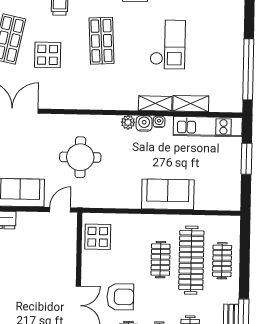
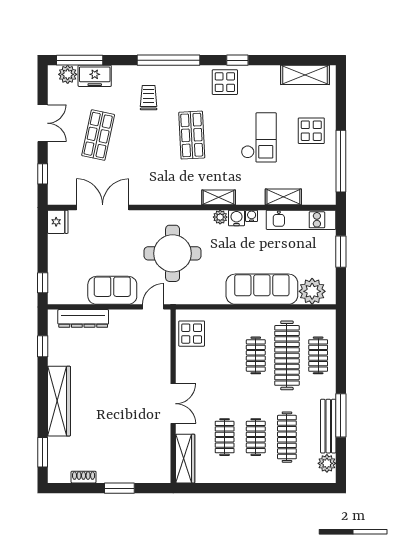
display table: (48, 55) -> (311, 131), moved
shelving: (155, 103) -> (219, 197), moved
round table: (80, 157) -> (173, 253), width x1.36, depth x1.36
sofa: (168, 194) -> (262, 289), width x1.36
plant: (217, 197) -> (312, 291), added
armchair: (120, 297) -> (216, 394), removed

